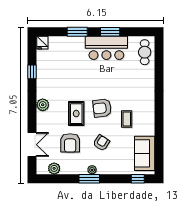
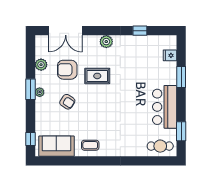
window: (110, 32) -> (181, 131), moved
fridge: (42, 43) -> (170, 55), moved
armchair: (102, 108) -> (103, 102), removed
coffee table: (127, 119) -> (90, 145), moved
double door: (32, 145) -> (66, 31), width x1.37
plant: (54, 168) -> (41, 65), moved

